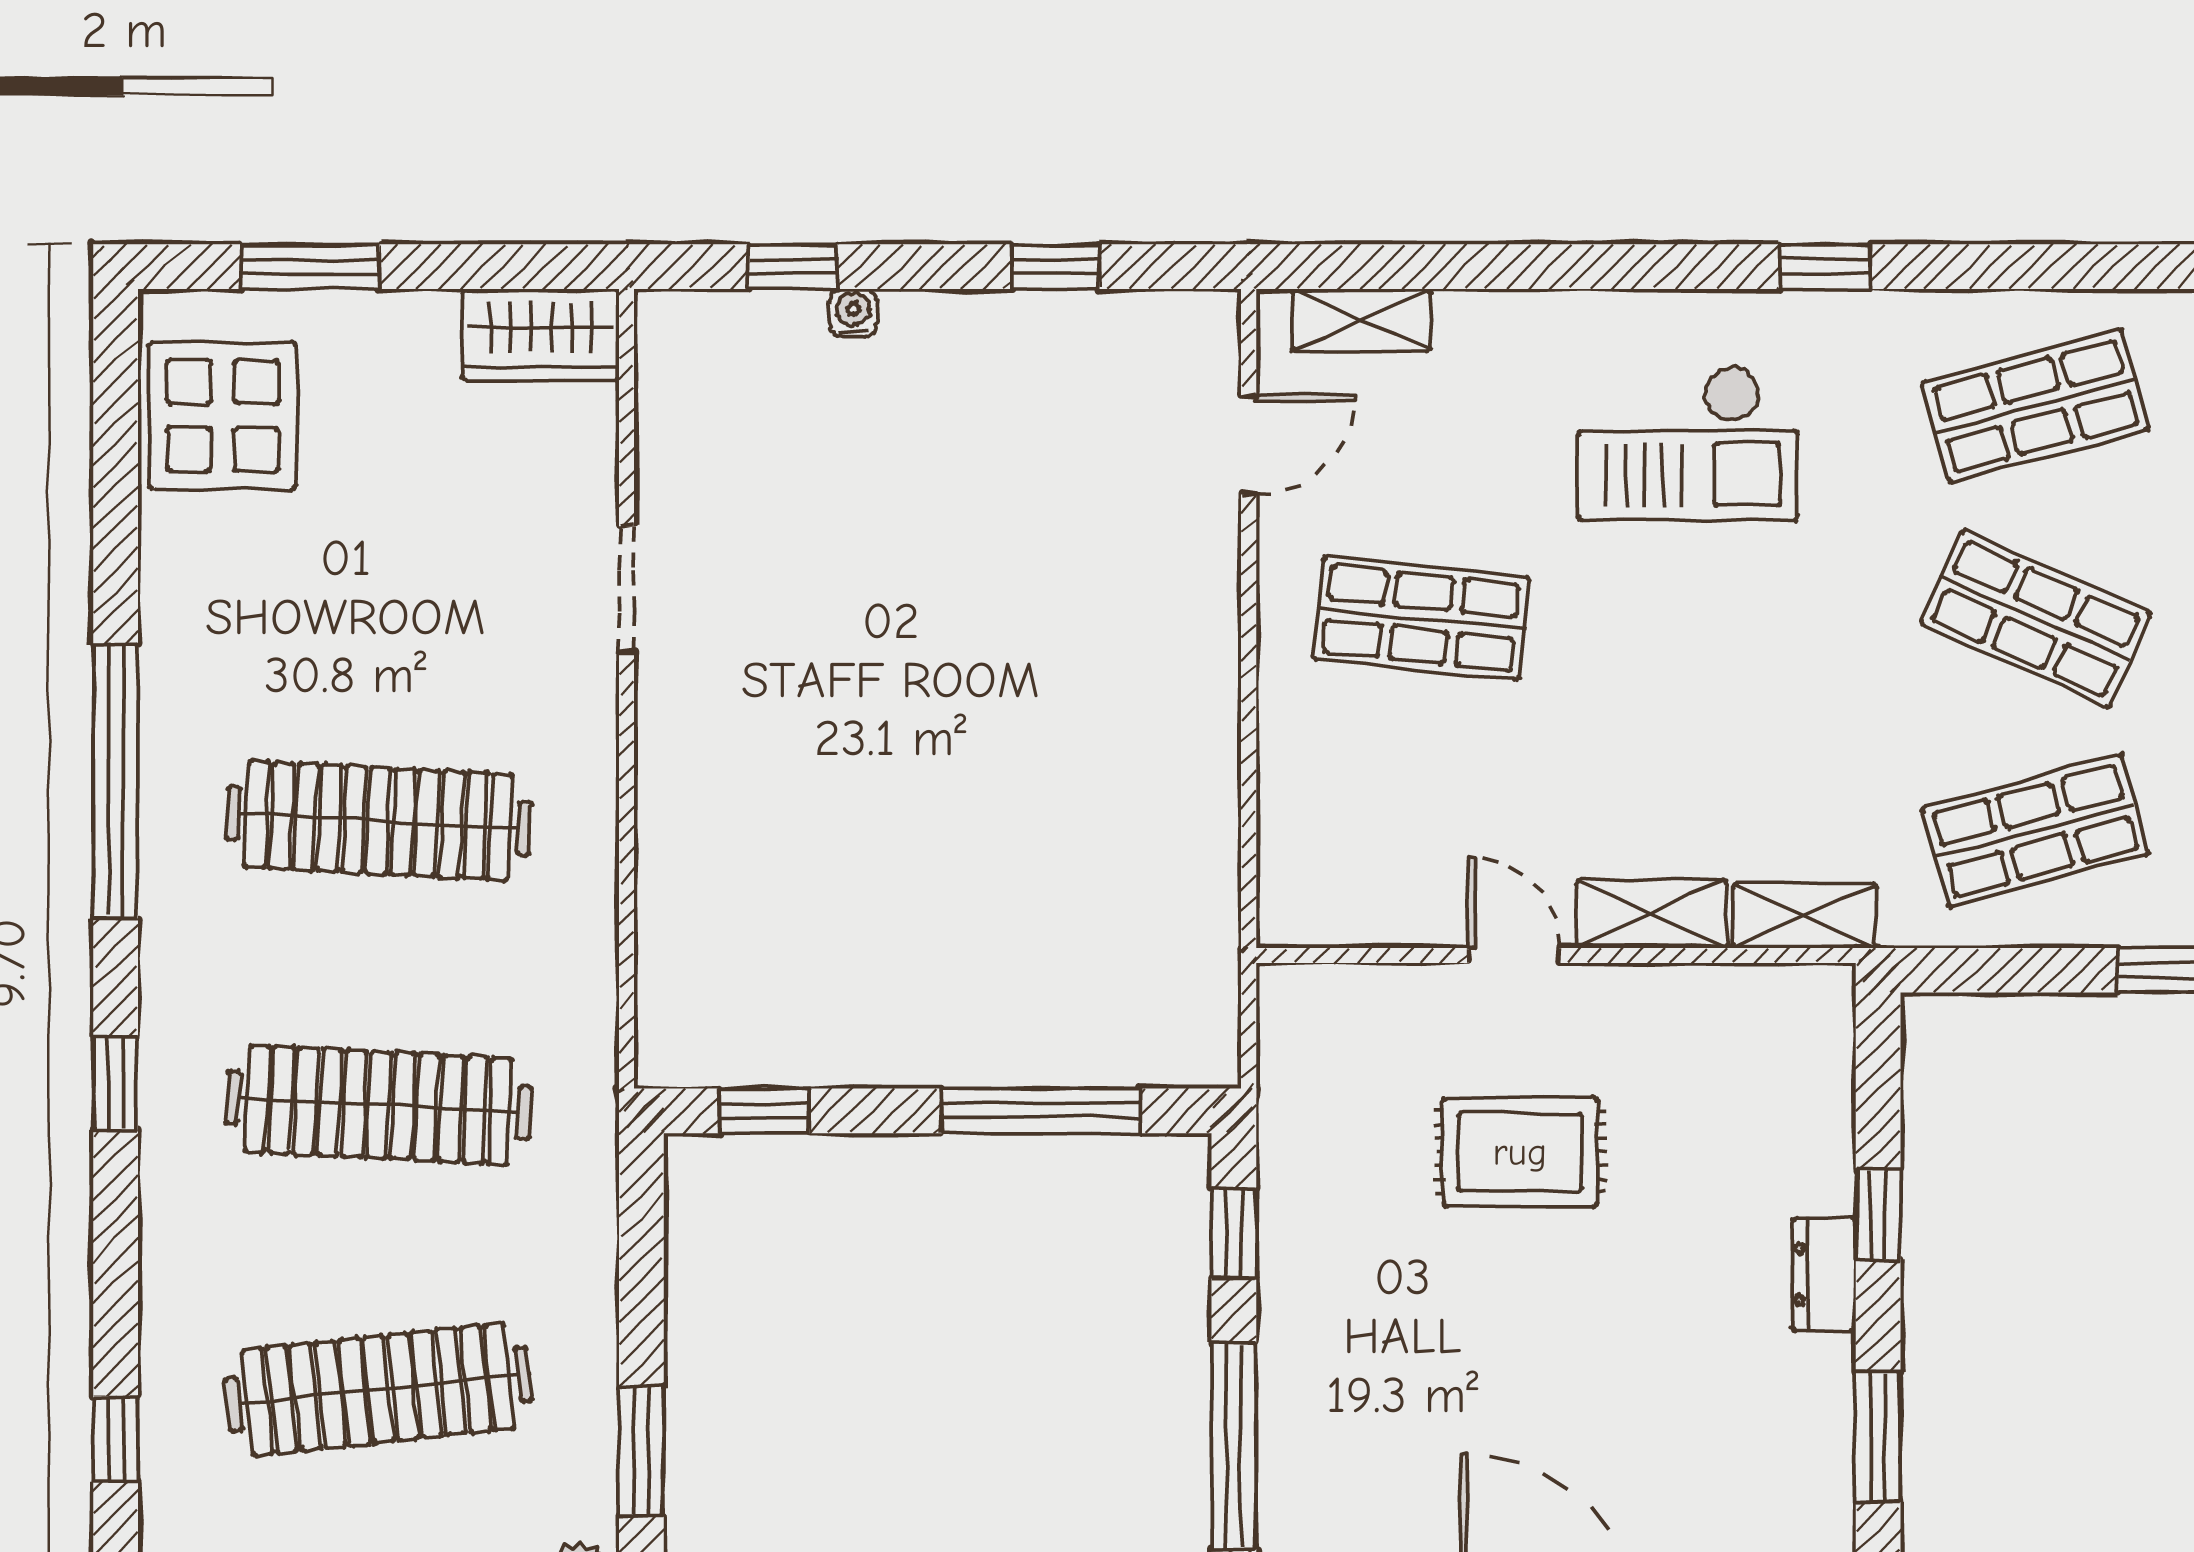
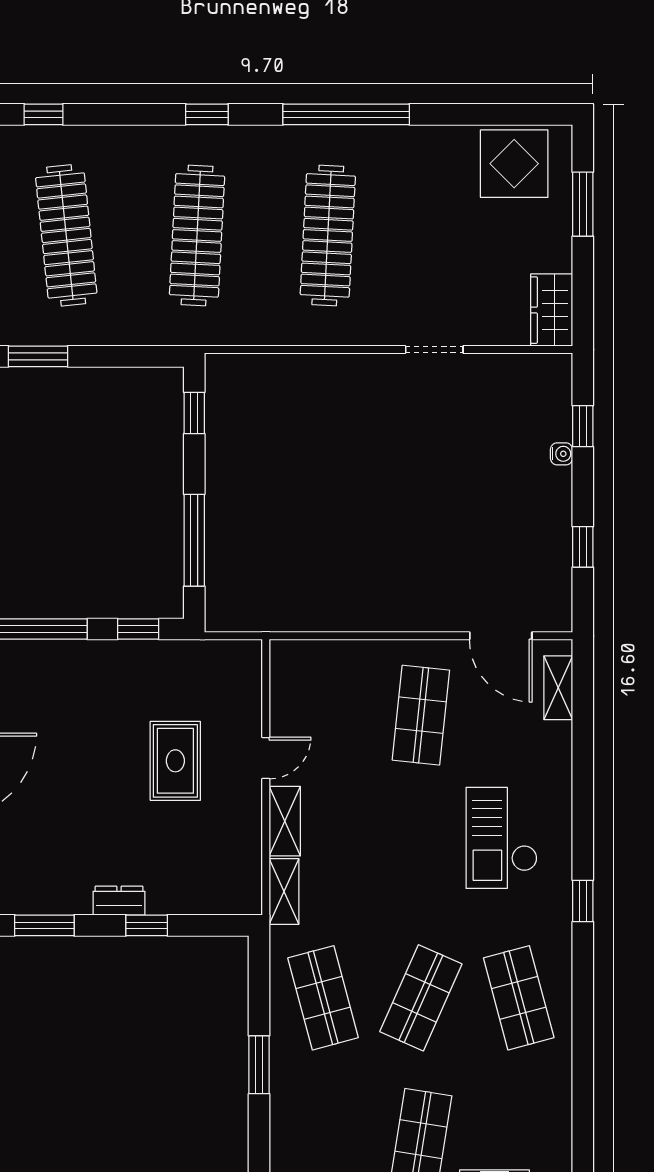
door: (1249, 445) -> (501, 636), width x1.38

